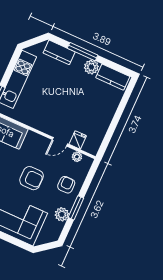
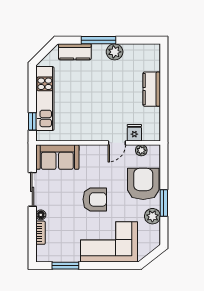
kitchen counter: (113, 77) -> (152, 89), moved, turned 90
armchair: (32, 178) -> (95, 199), moved
armchair: (66, 185) -> (143, 184), width x1.88, depth x1.88

